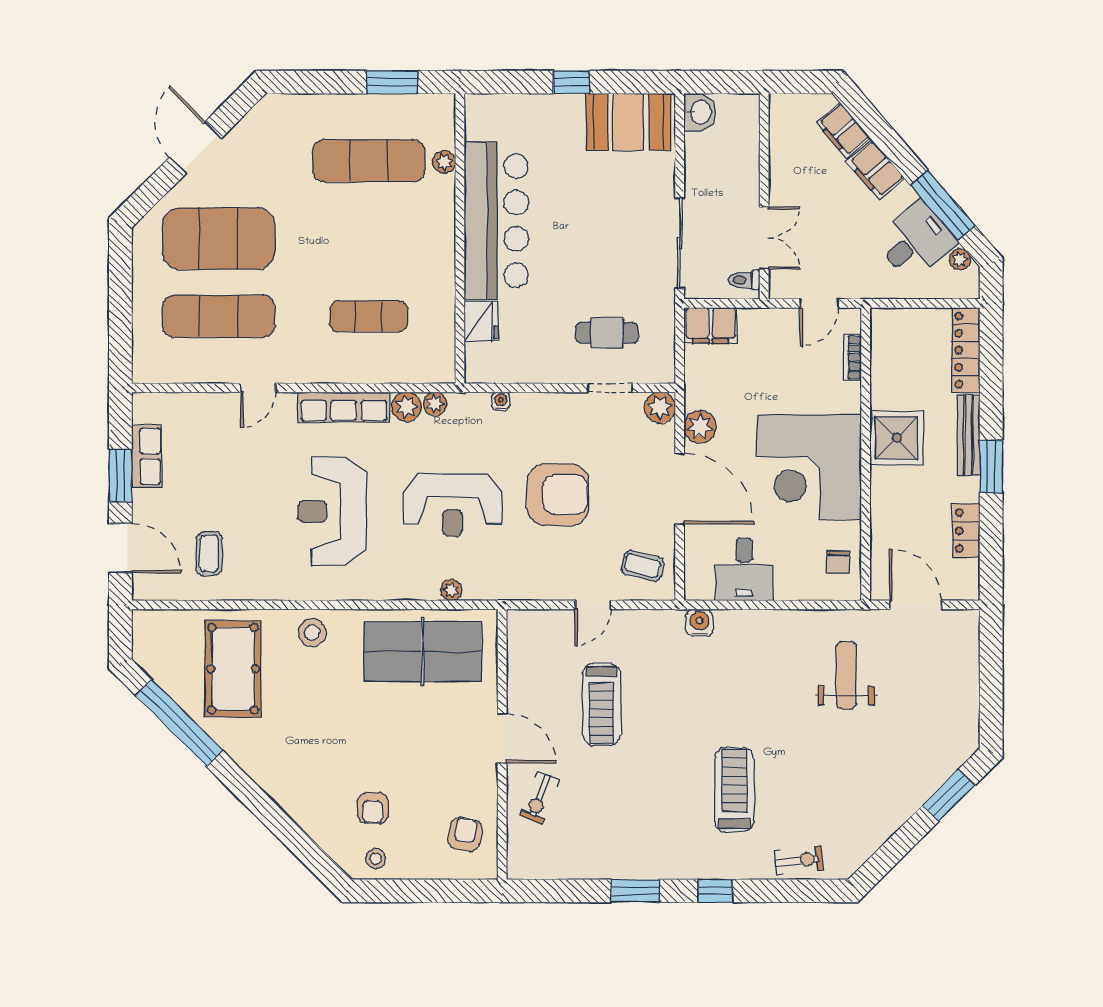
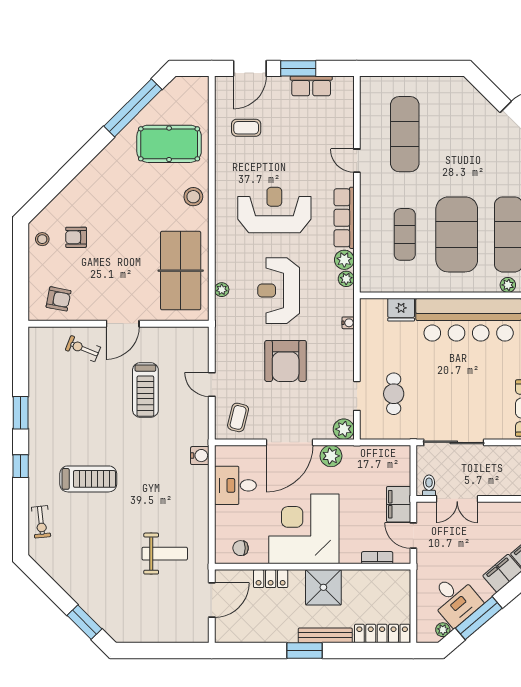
exercise mat: (219, 239) -> (457, 234), moved
filing cabinet: (711, 325) -> (399, 504), moved
locker: (966, 531) -> (271, 579), moved, turned 180
treadmill: (601, 704) -> (145, 390), turned -90

